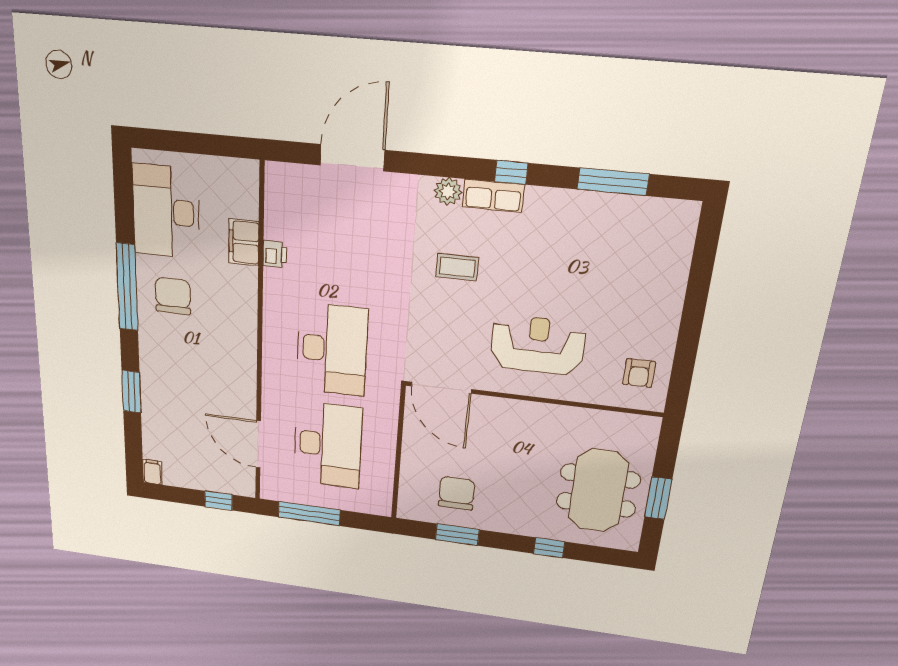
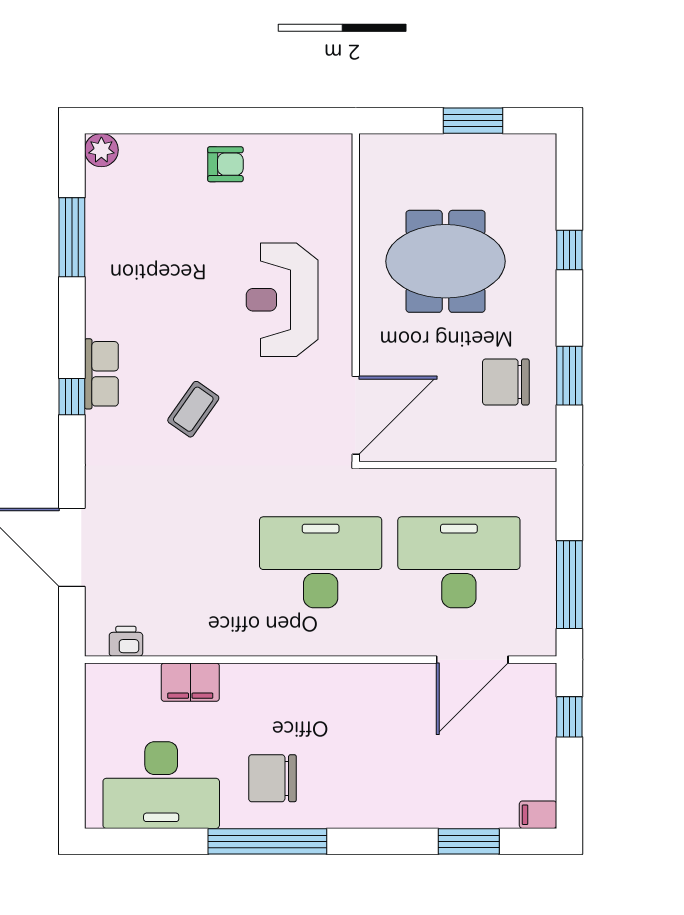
window: (511, 172) -> (72, 397), moved
plant: (448, 191) -> (101, 150), moved
printer: (275, 254) -> (126, 641), moved
coffee table: (457, 267) -> (193, 409), turned 35
armchair: (639, 373) -> (225, 164), moved
window: (131, 392) -> (469, 841), moved
meeting table: (598, 491) -> (446, 261), moved

